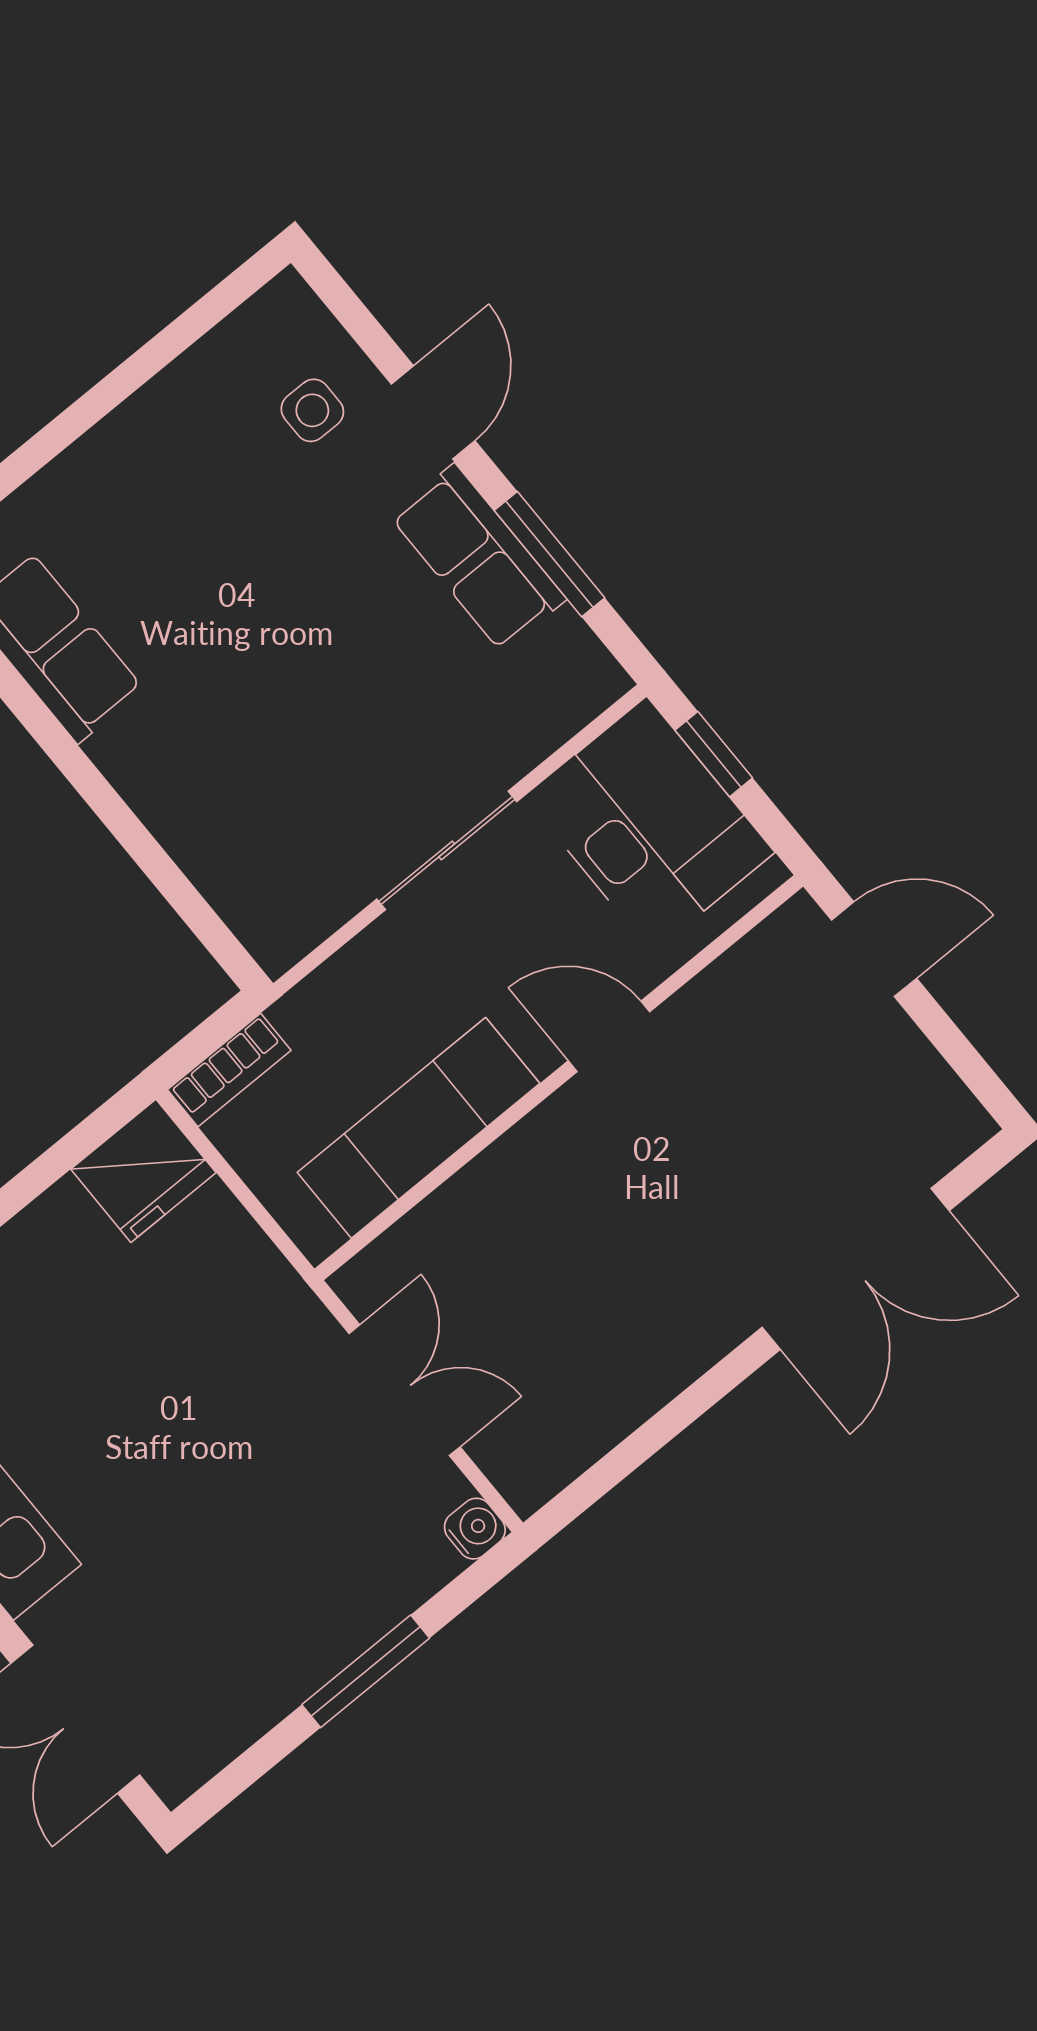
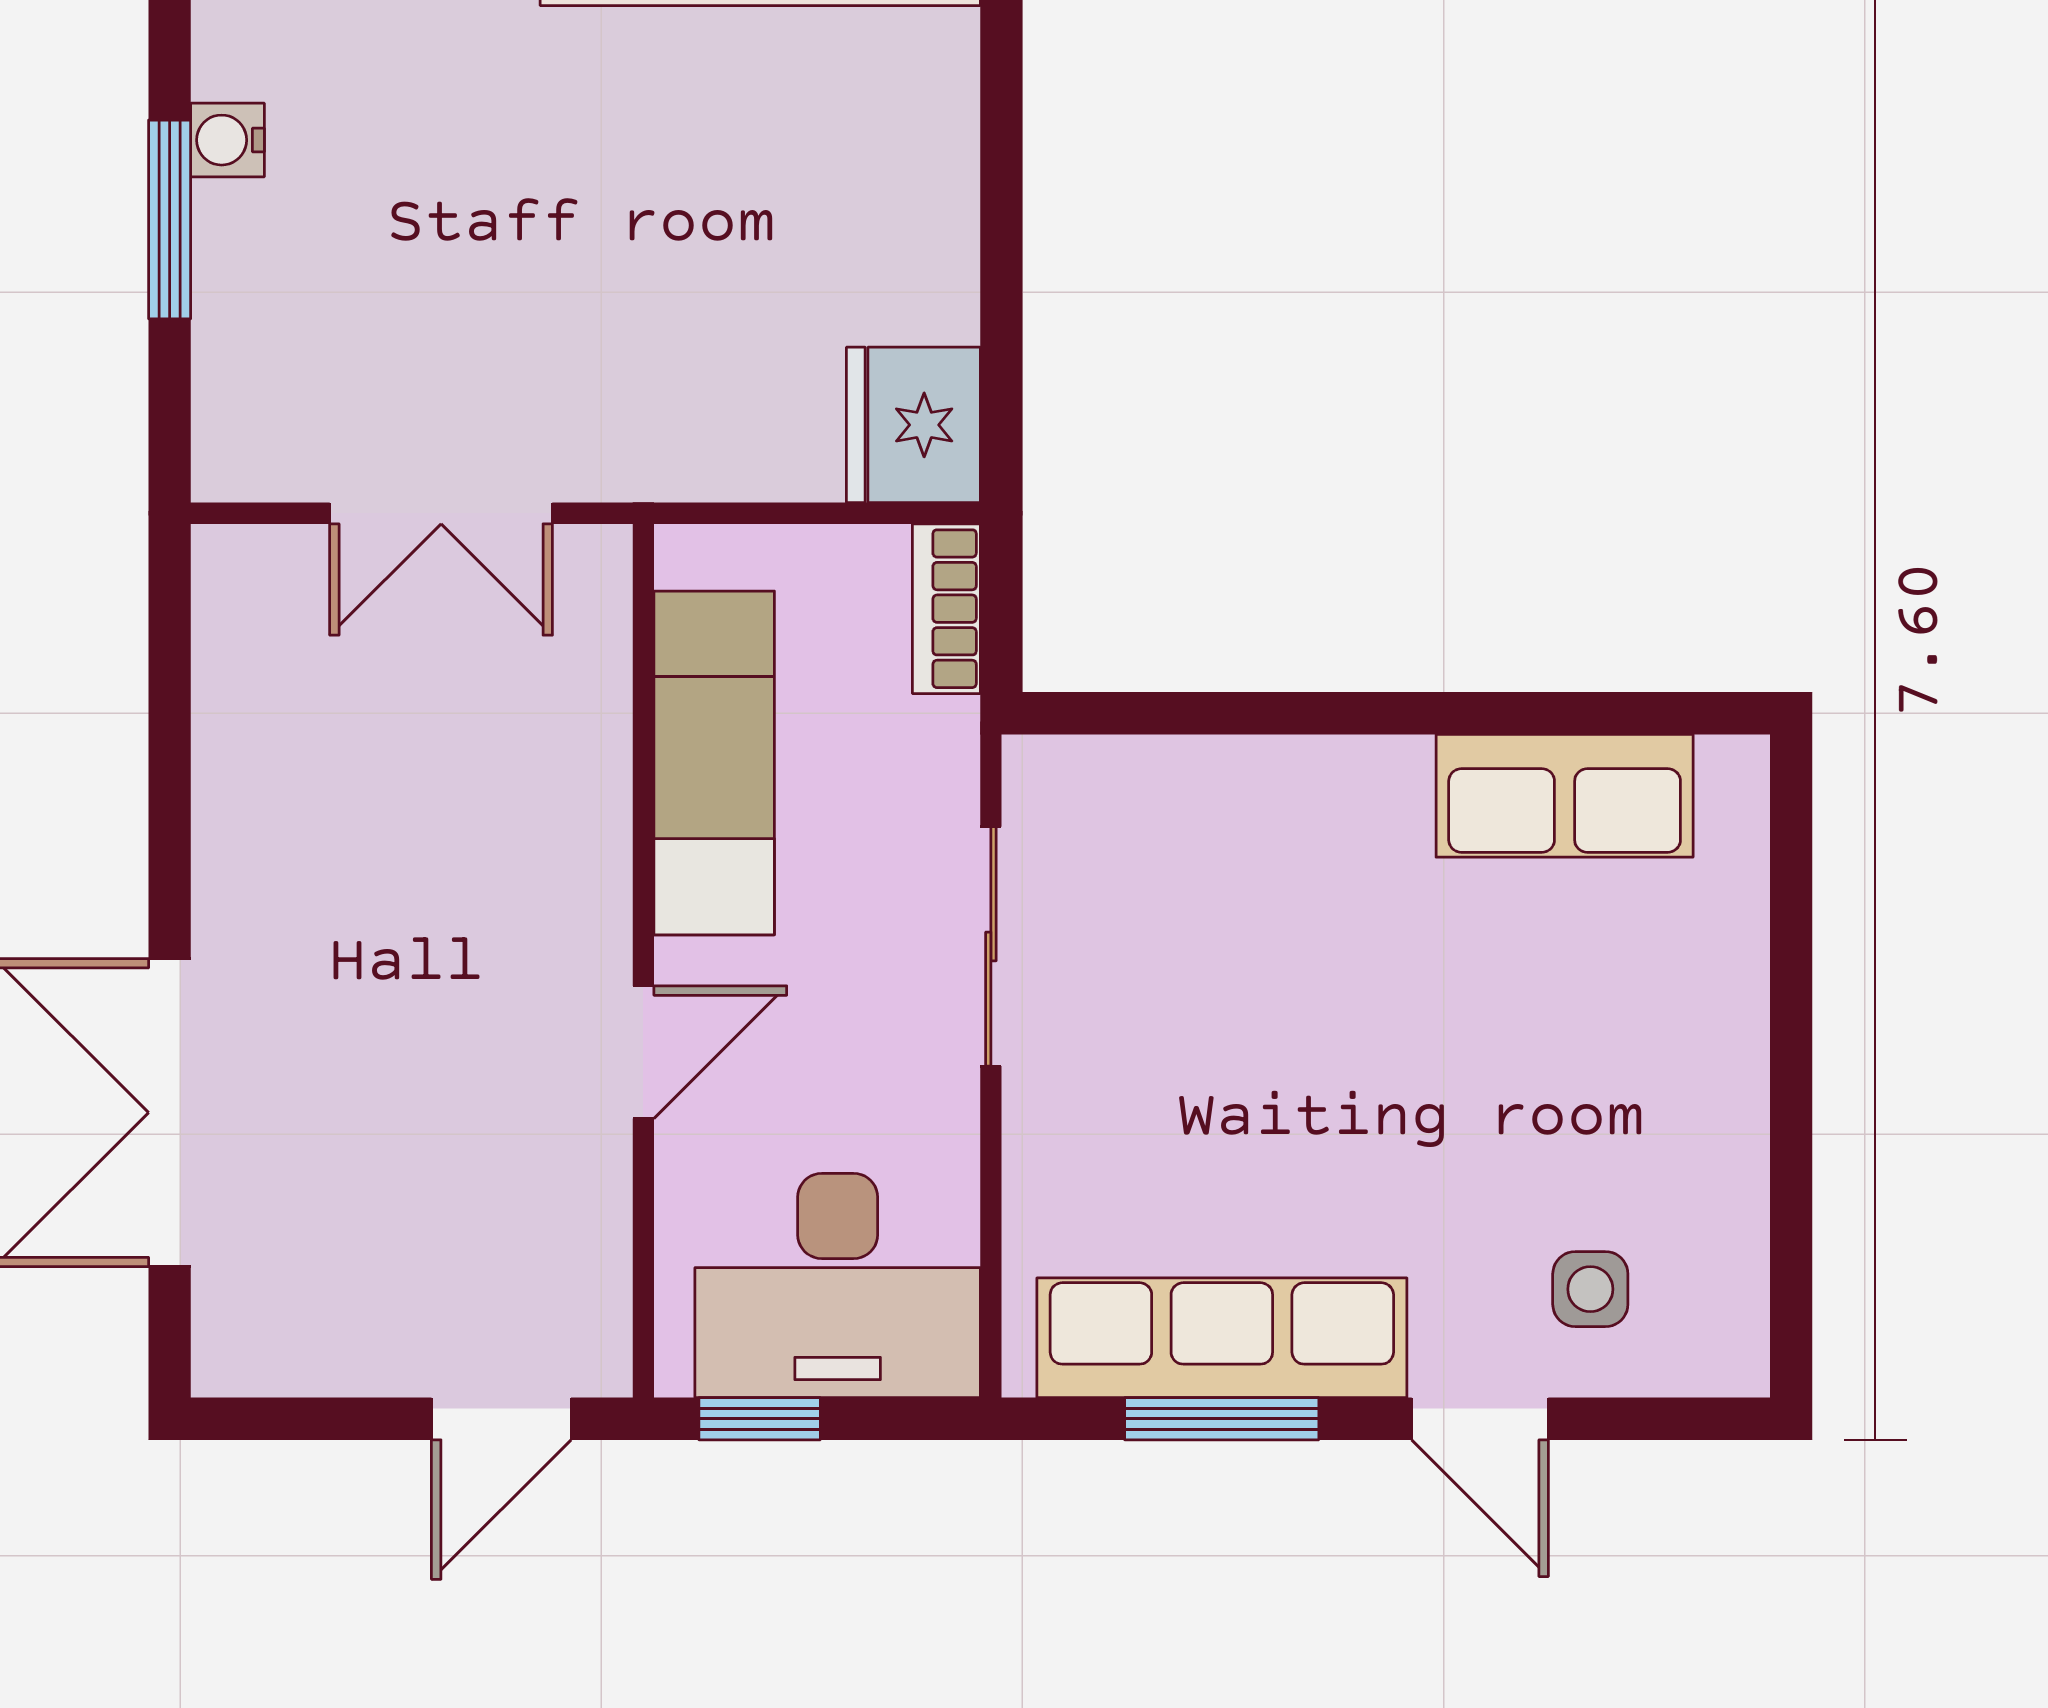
row of seats: (478, 558) -> (1222, 1338), width x1.48
window: (714, 754) -> (760, 1419), moved
sliding door: (447, 850) -> (991, 946), moved
water cooler: (475, 1529) -> (227, 140), moved, turned 90

